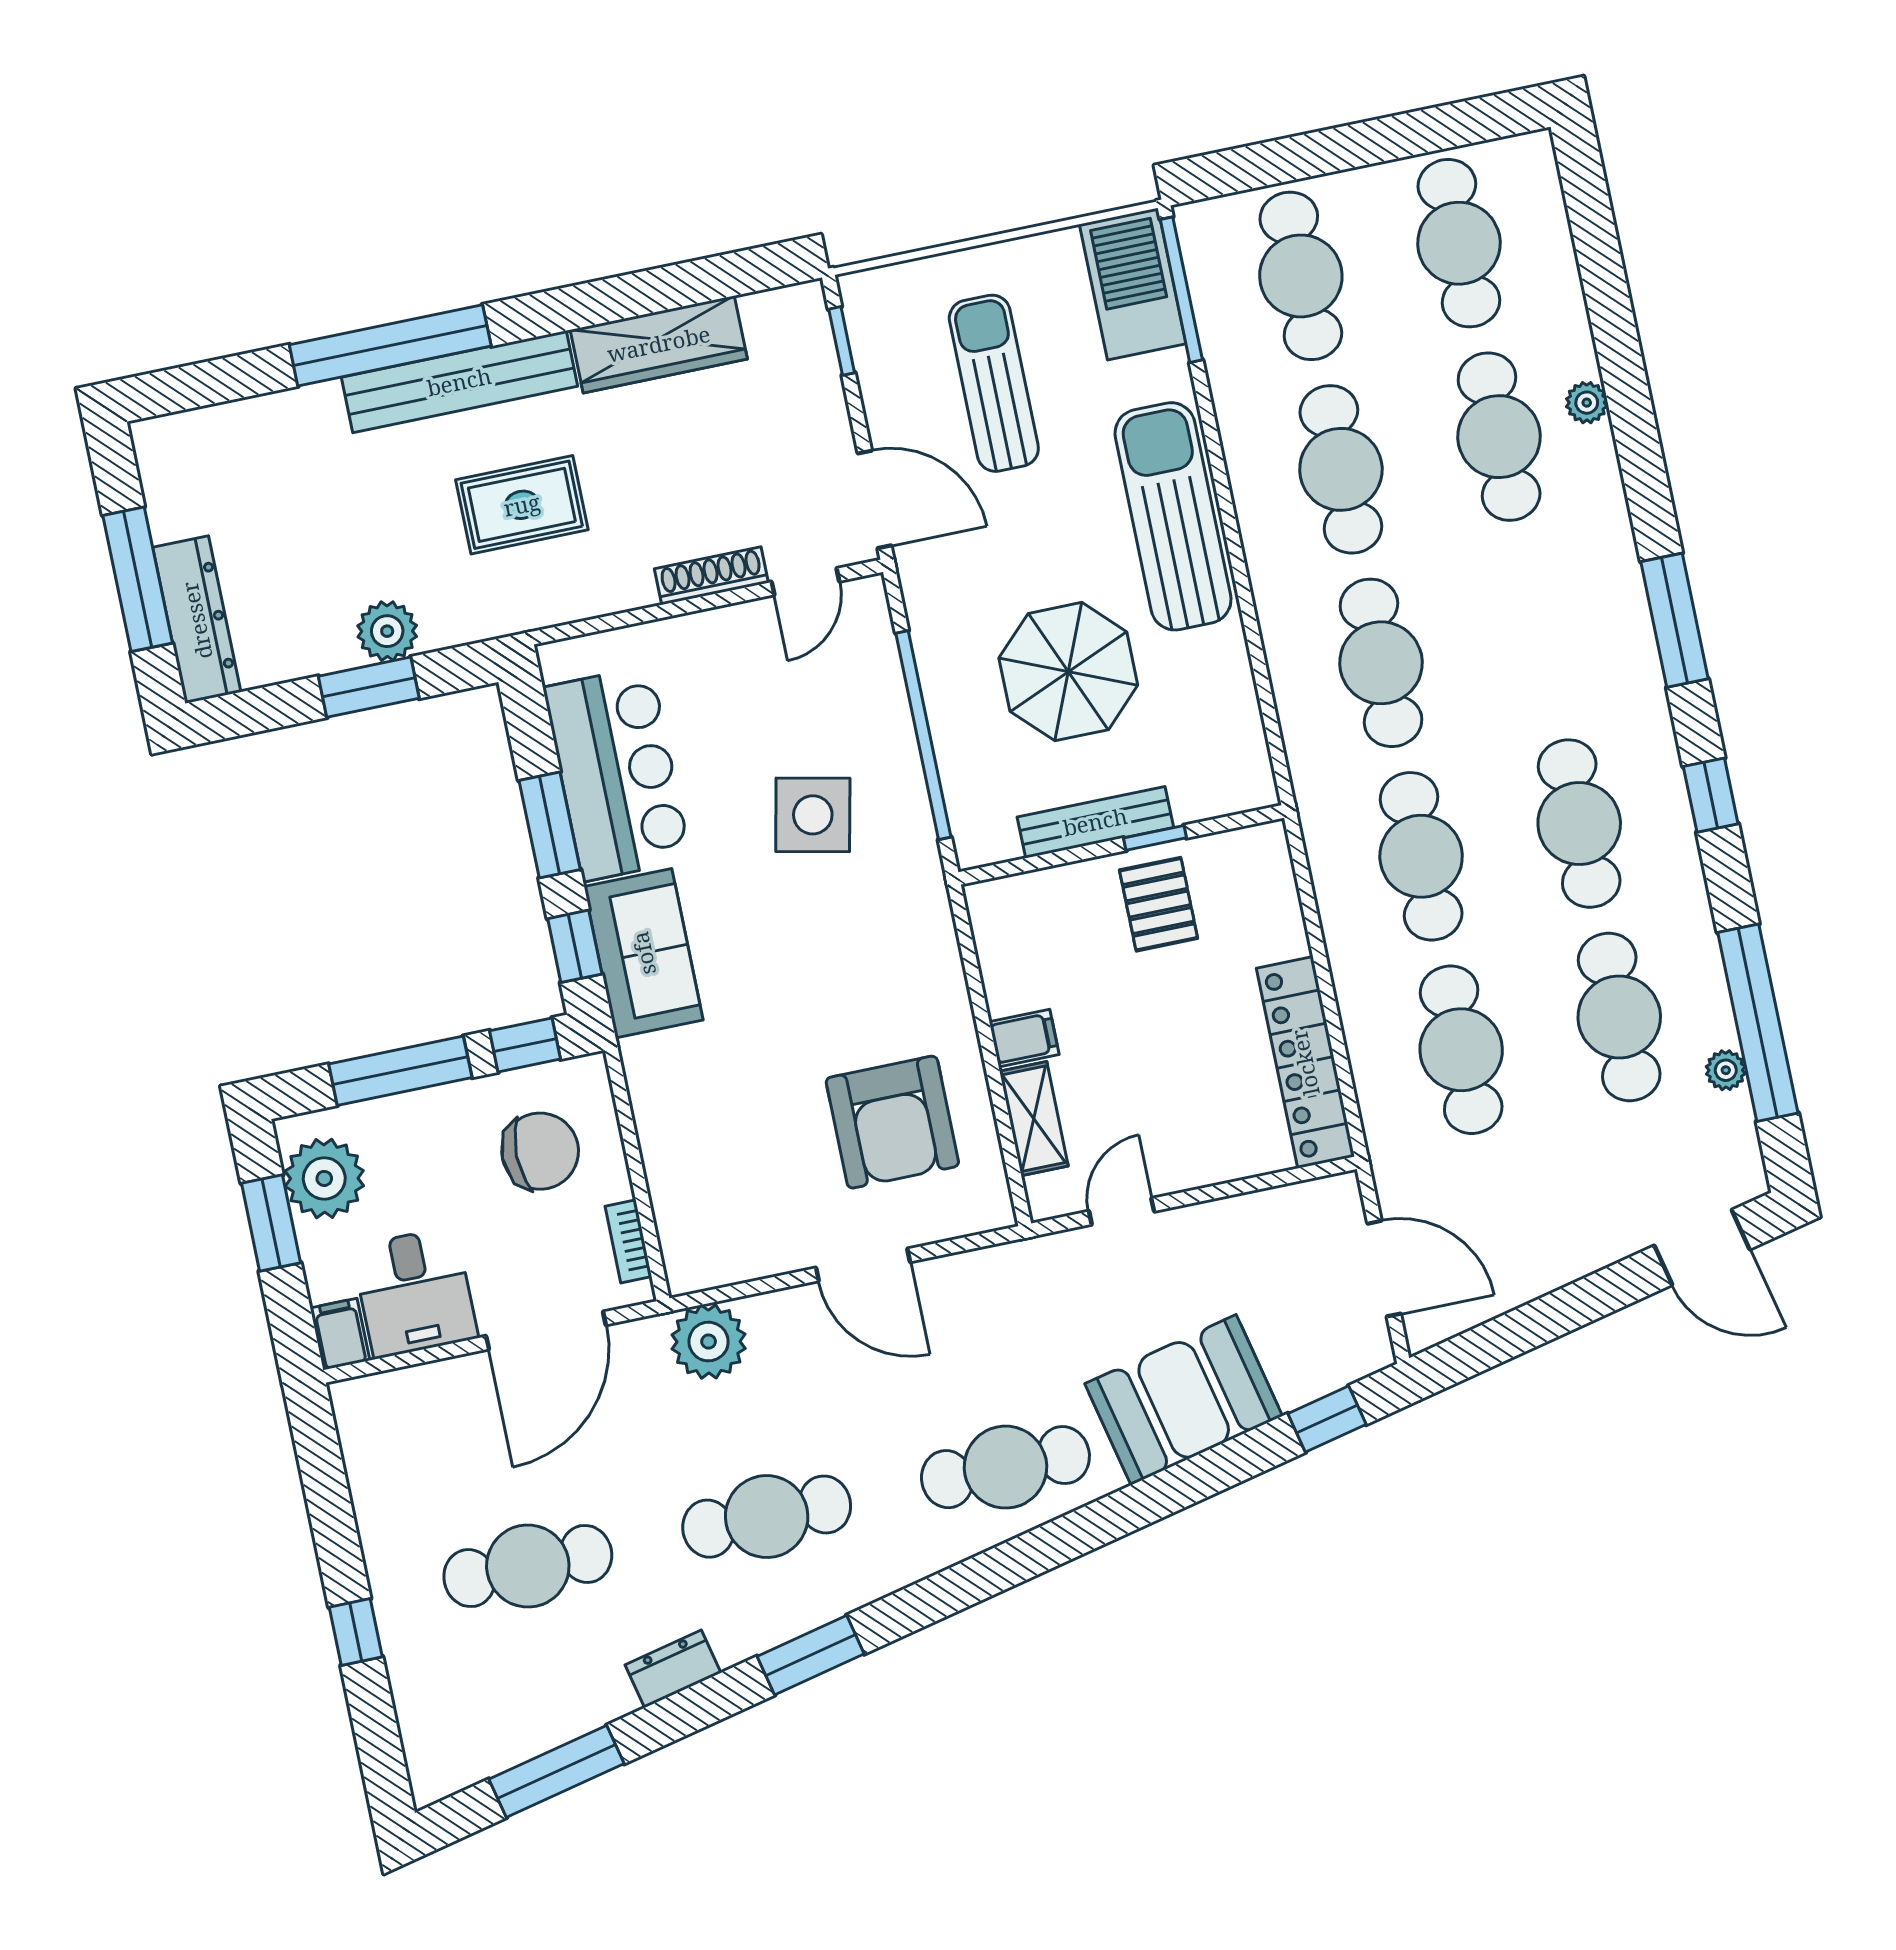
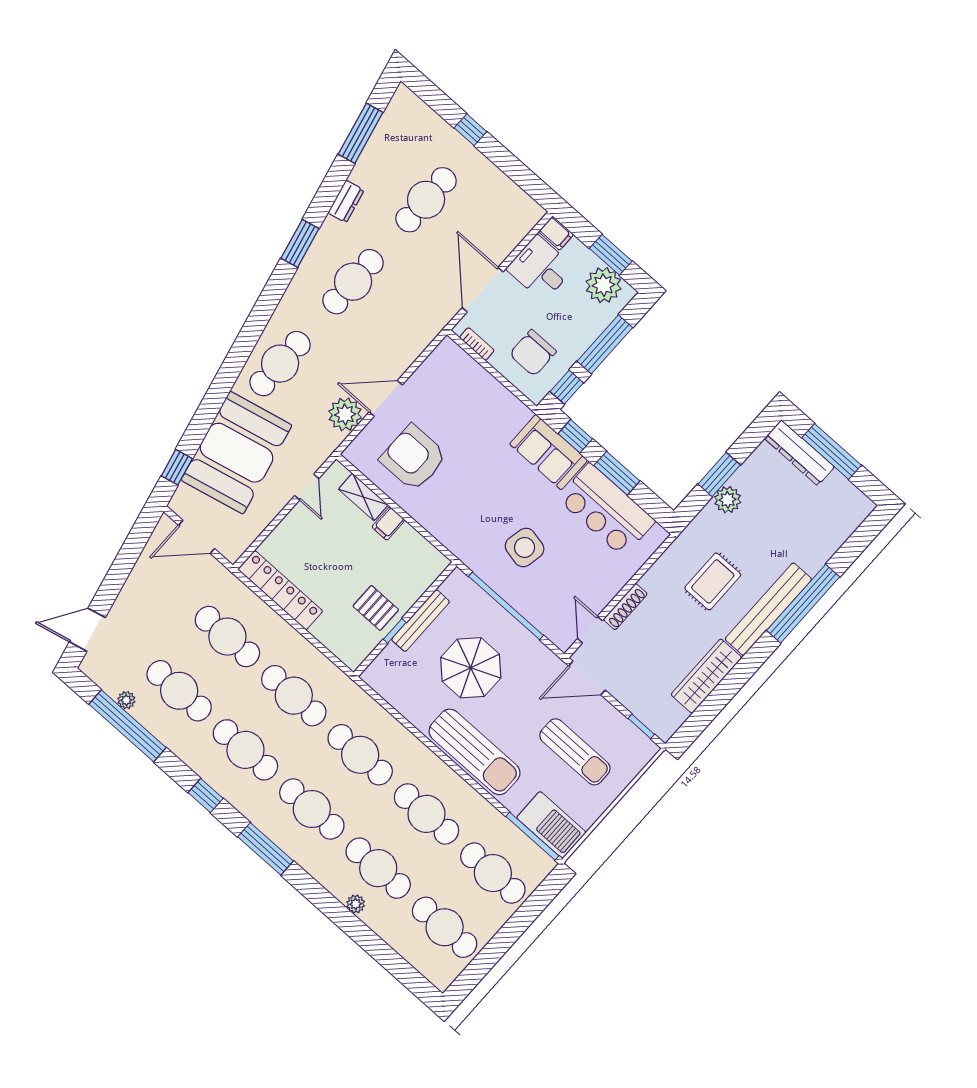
cafe table: (1539, 630) -> (312, 809), added
plant: (709, 1342) -> (345, 414), moved
booth: (1184, 1400) -> (236, 453), width x1.36, depth x1.42

